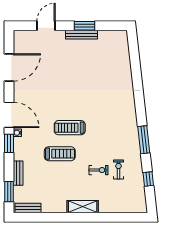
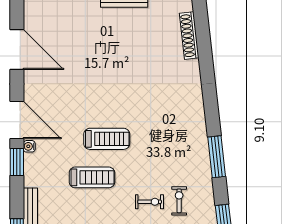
shoe rack: (125, 58) -> (189, 36), added
door: (9, 67) -> (17, 50), hinge flipped
treadmill: (70, 128) -> (107, 139), turned 180

